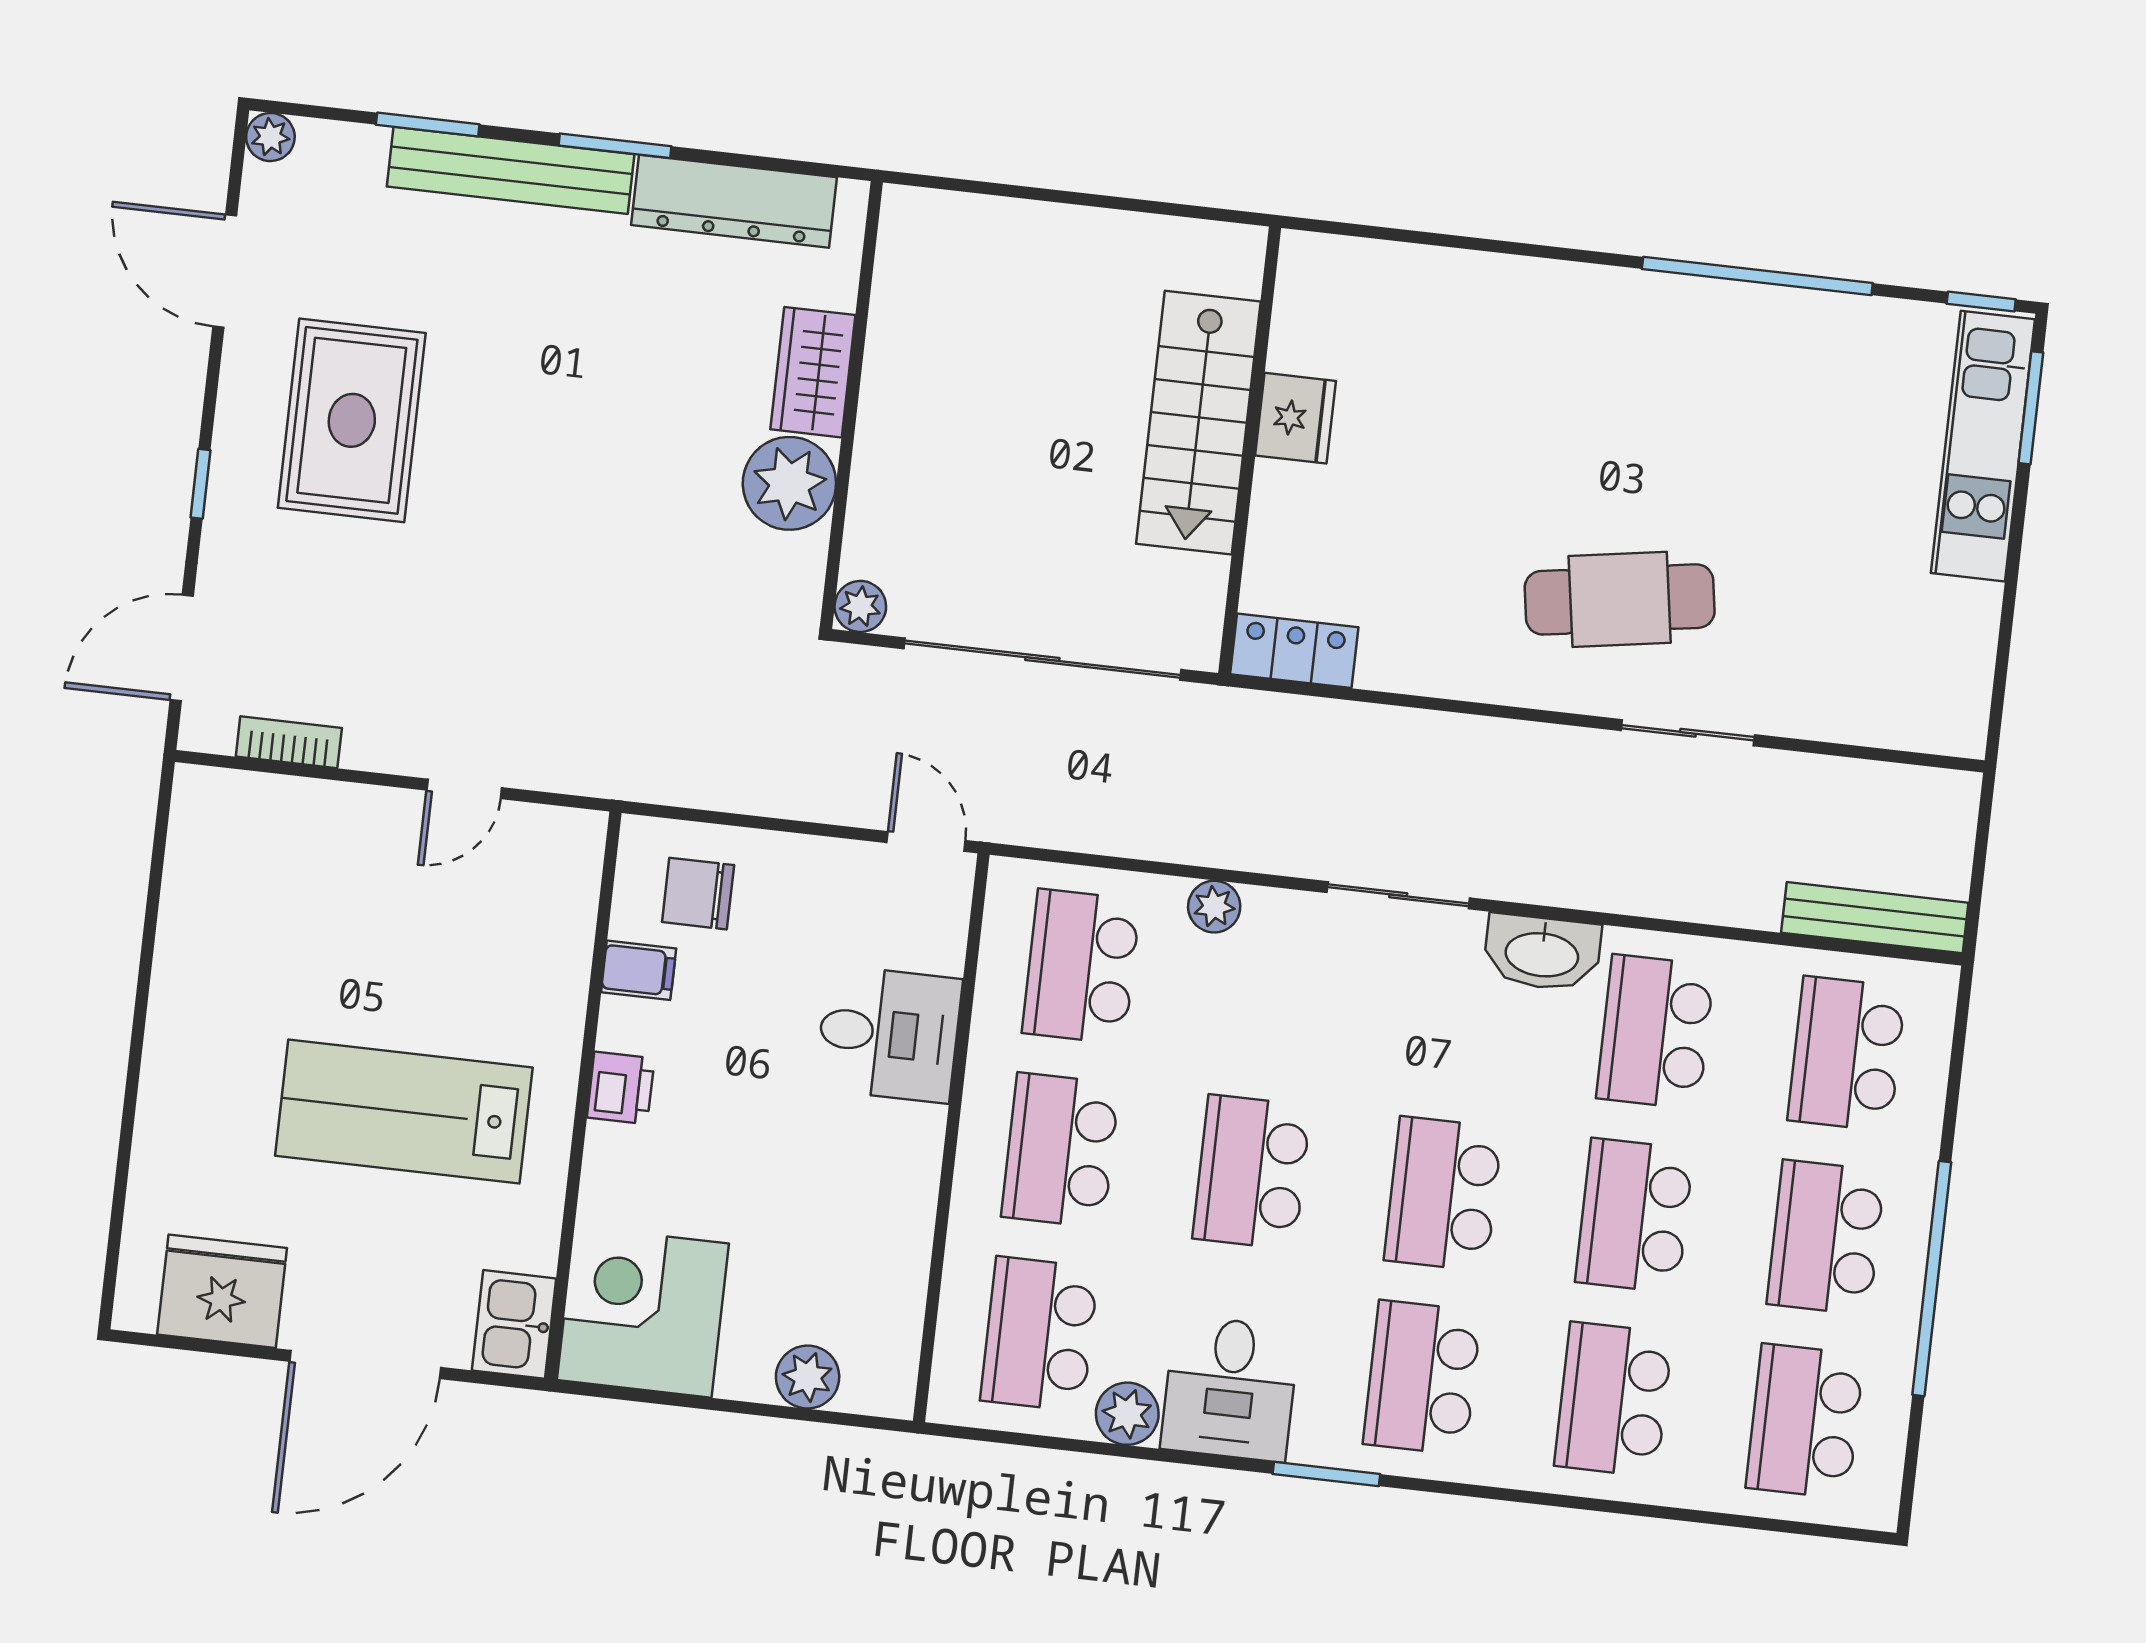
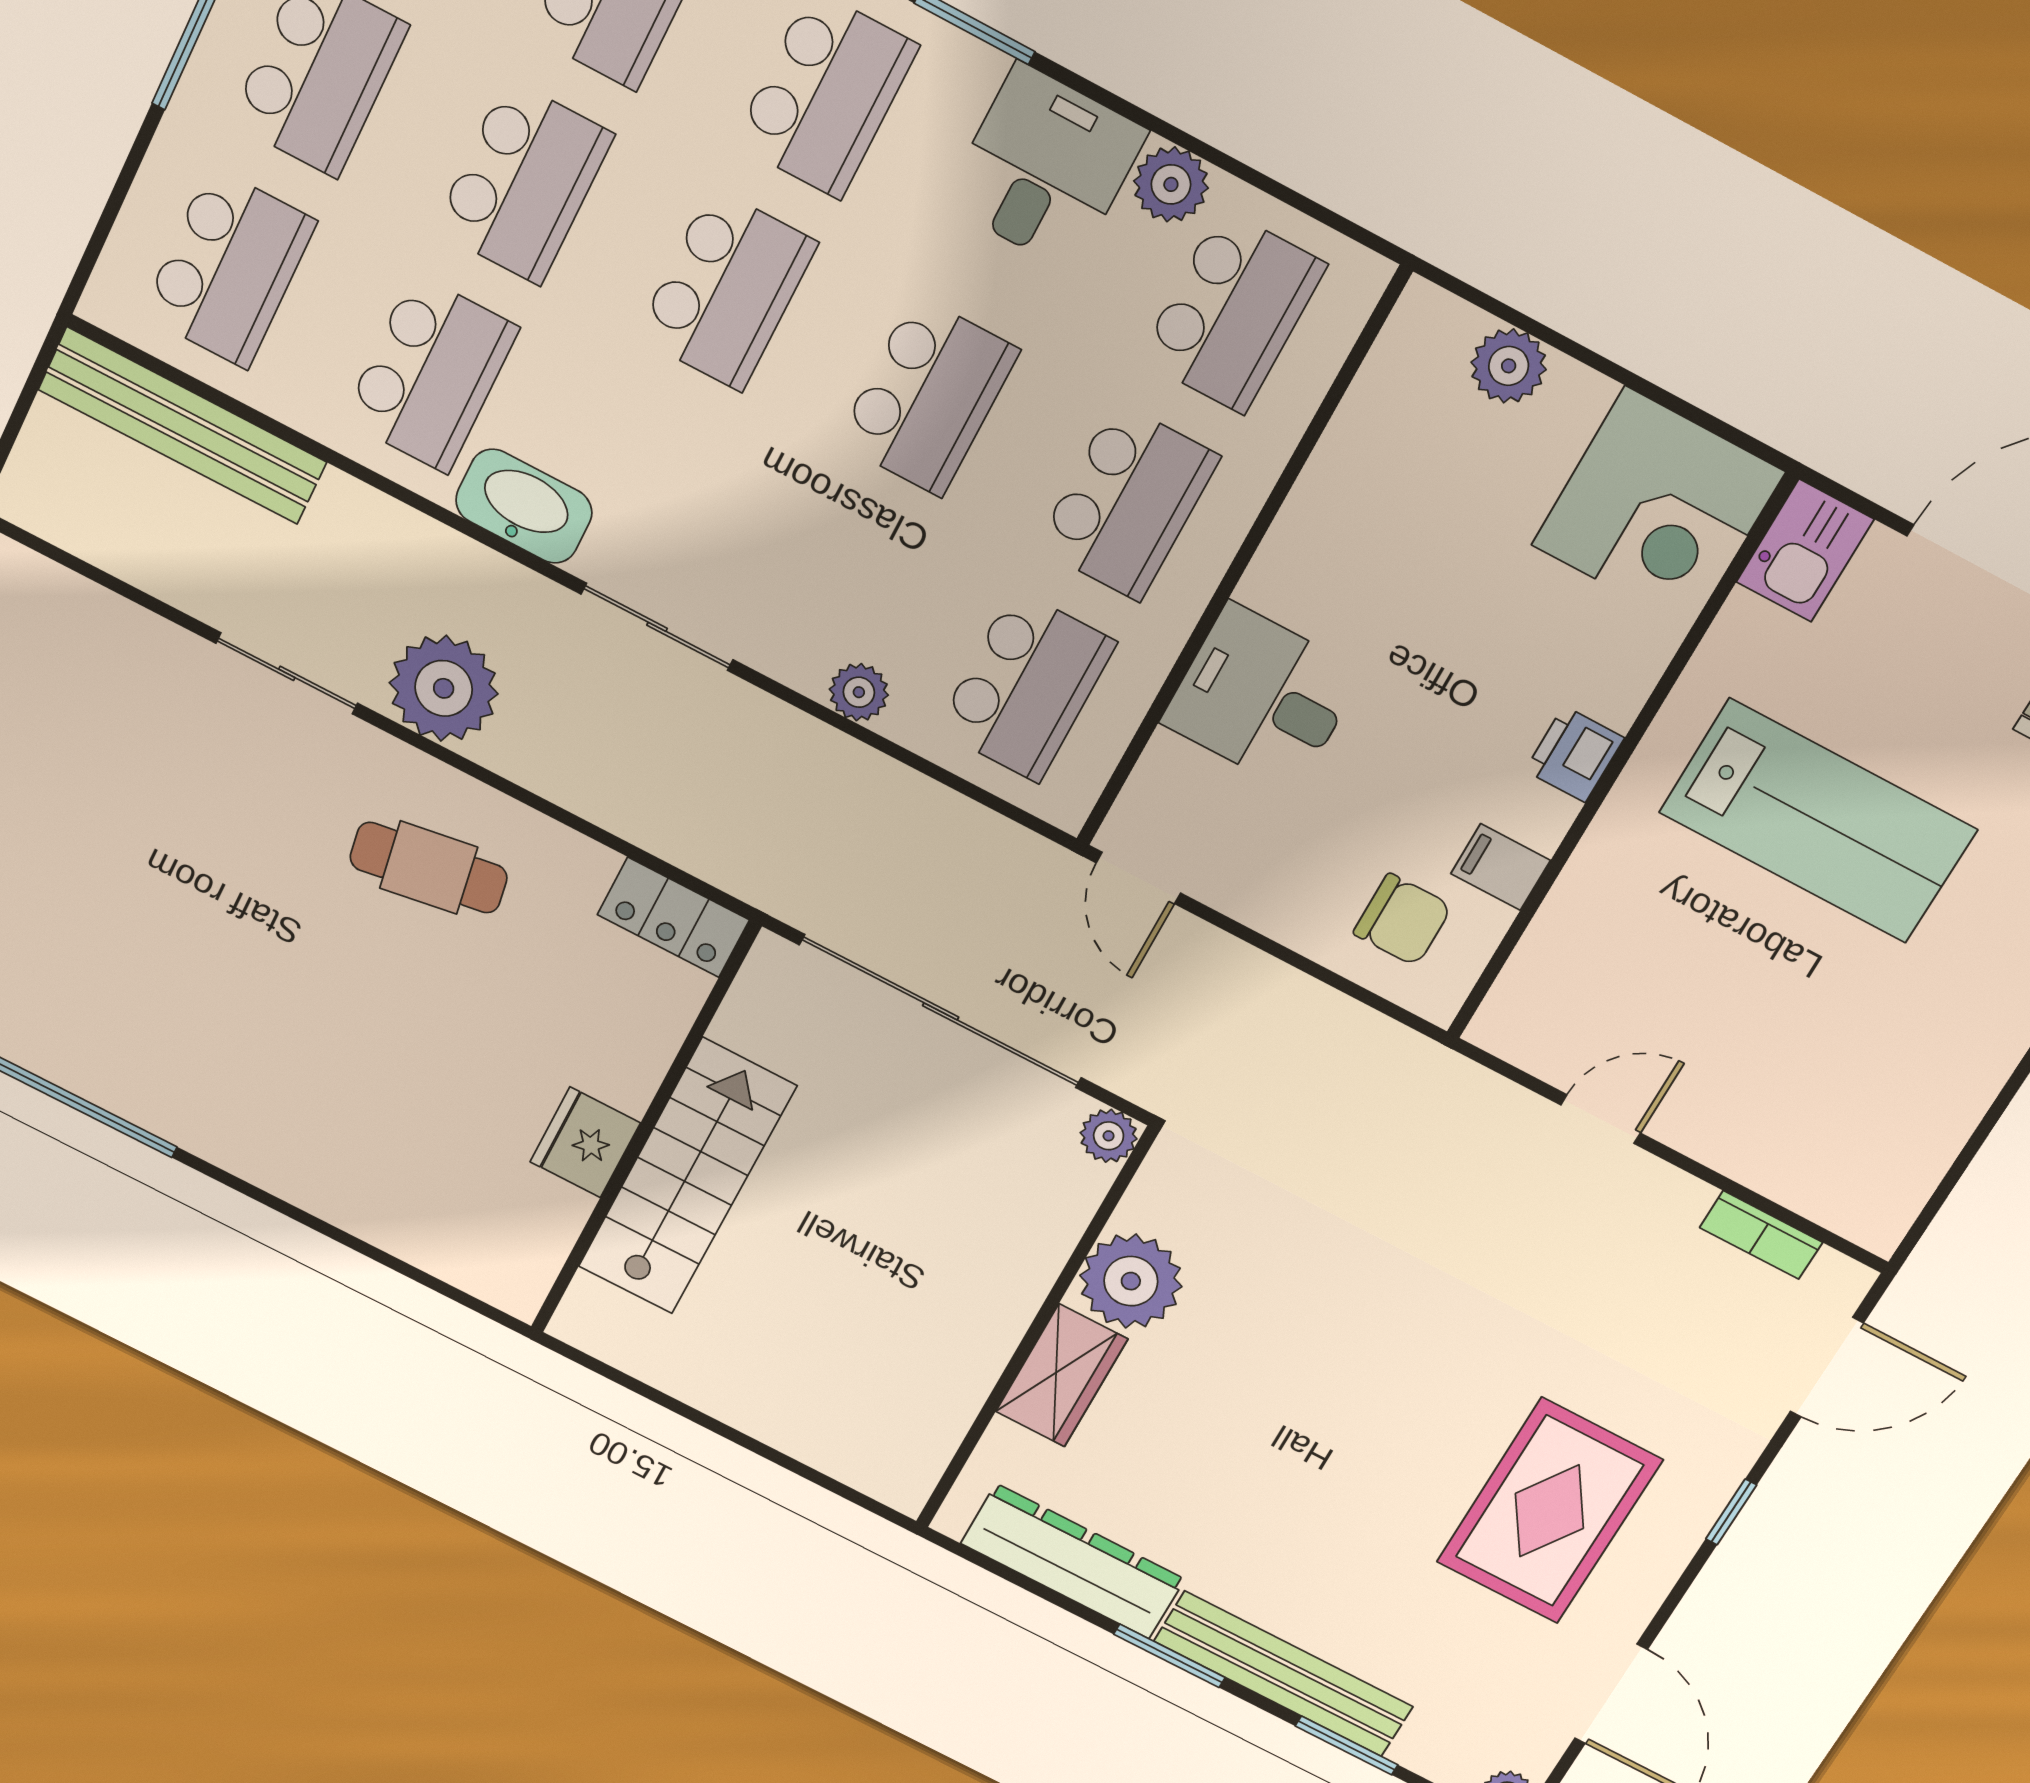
cafe table: (1620, 599) -> (429, 868), moved, width x0.73, depth x0.74
plant: (1554, 772) -> (444, 688), added
bench: (1875, 918) -> (183, 426), width x1.37, depth x1.21

